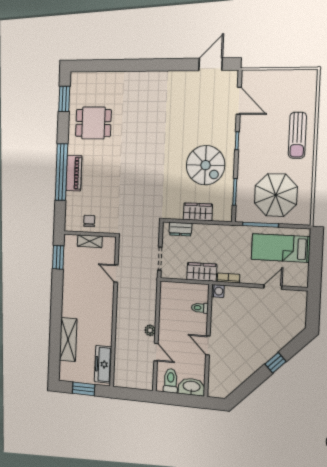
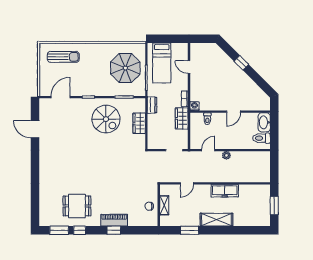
door: (210, 64) -> (35, 129), moved
dining table: (93, 123) -> (77, 206), turned 90
window: (63, 126) -> (80, 230), added
sun lounger: (297, 135) -> (63, 57), moved
spiral stairs: (206, 165) -> (106, 119), turned 90
window: (61, 172) -> (114, 230), width x0.32
dresser: (180, 229) -> (152, 105), moved
window: (58, 257) -> (190, 230), moved
shelving: (68, 340) -> (216, 220), moved
door: (156, 352) -> (208, 150), moved
freezer: (103, 364) -> (225, 191), moved

